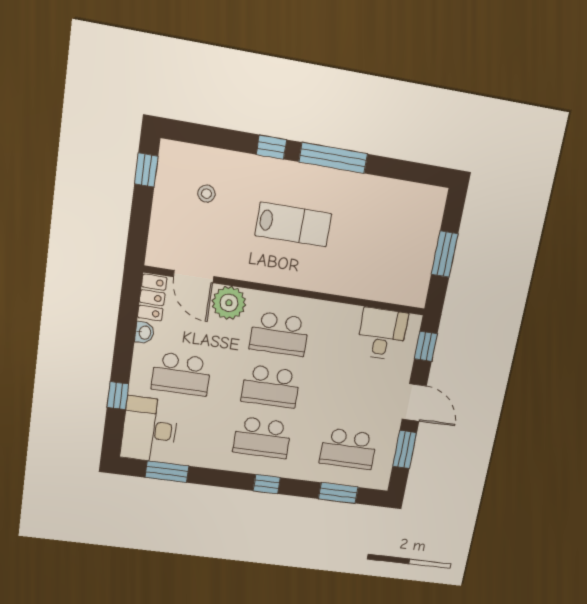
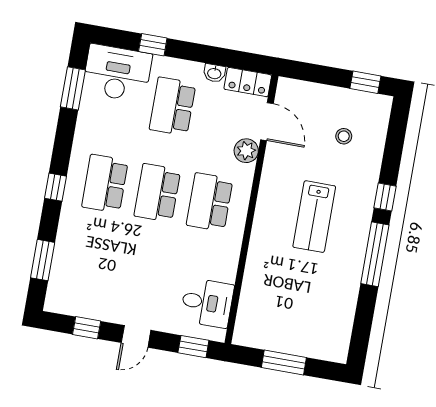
door: (194, 277) -> (267, 122), swing flipped
plant: (229, 303) -> (246, 151), width x0.73, depth x0.73
door: (414, 402) -> (136, 336), width x0.73
school desk: (348, 449) -> (90, 270), removed
window: (405, 450) -> (87, 328), width x0.67

